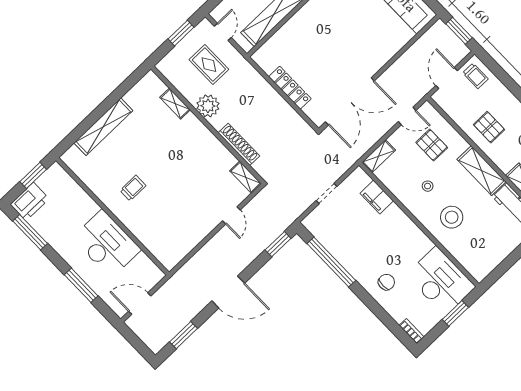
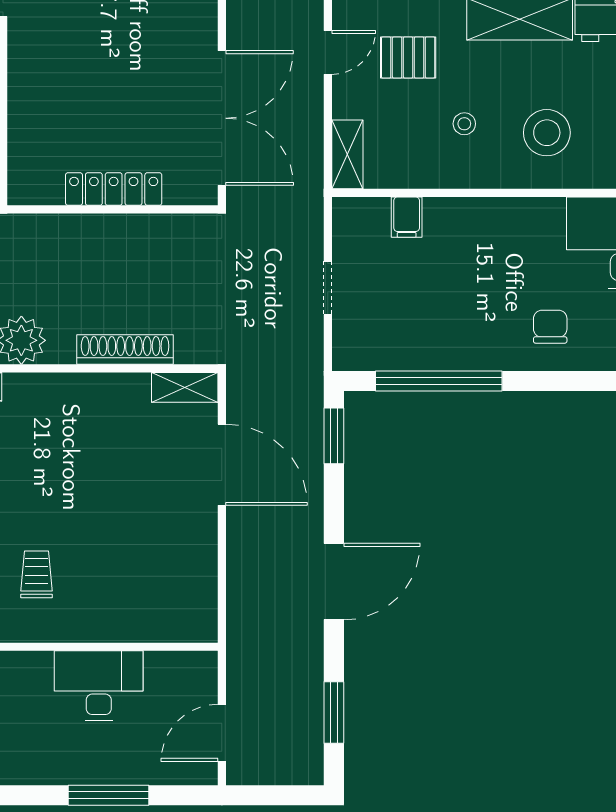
filing cabinet: (377, 197) -> (407, 217), width x0.50
door: (231, 215) -> (222, 465), width x1.88
desk: (107, 244) -> (99, 686), width x0.73, depth x0.77

